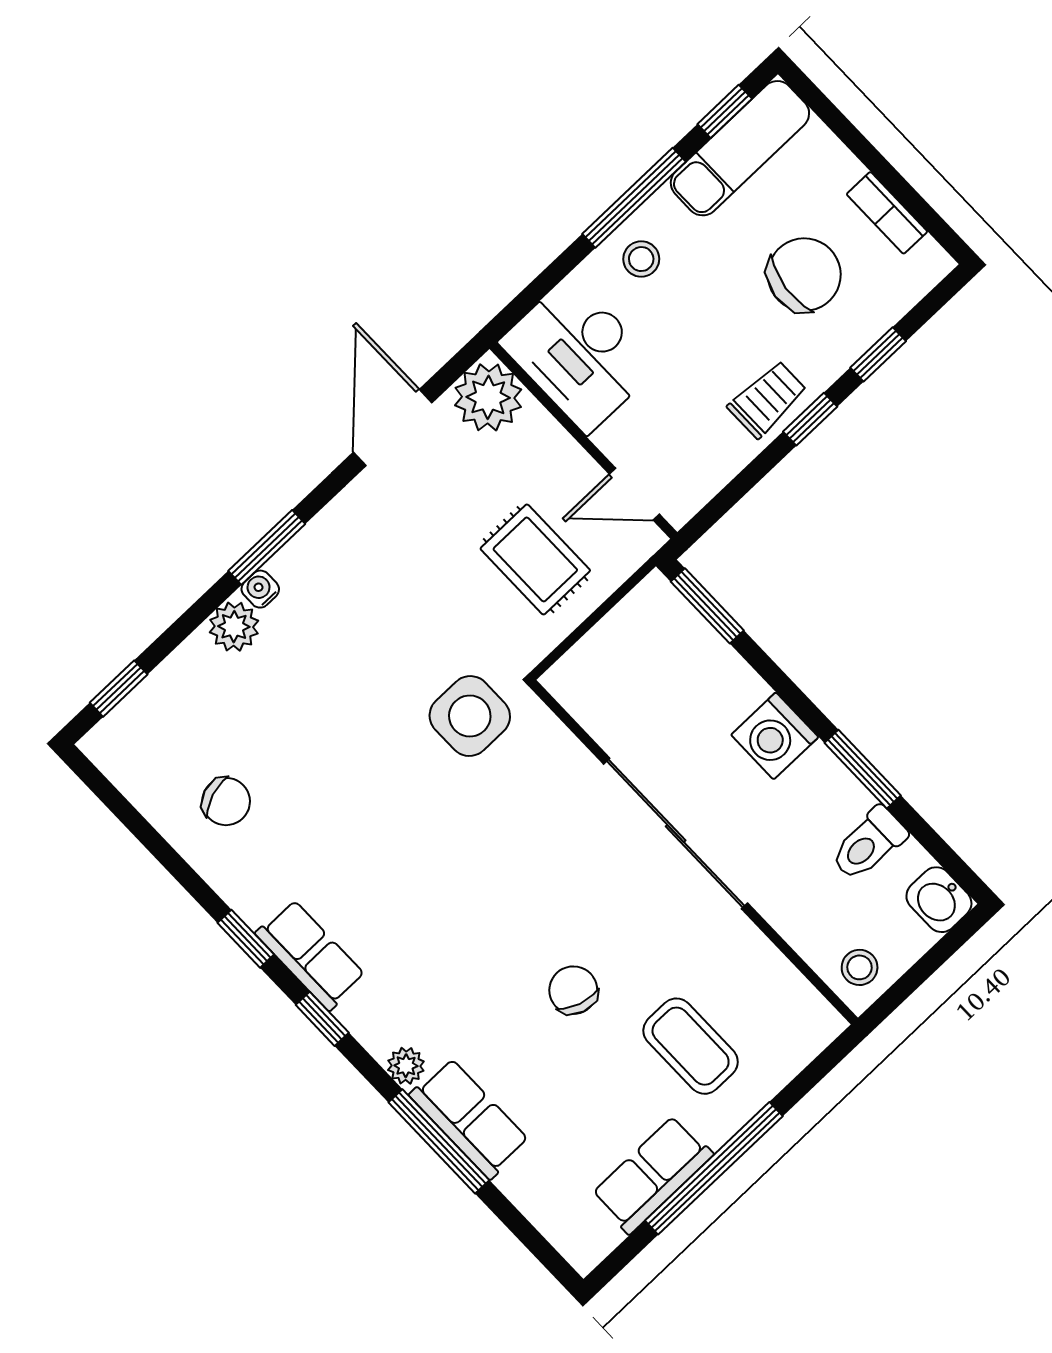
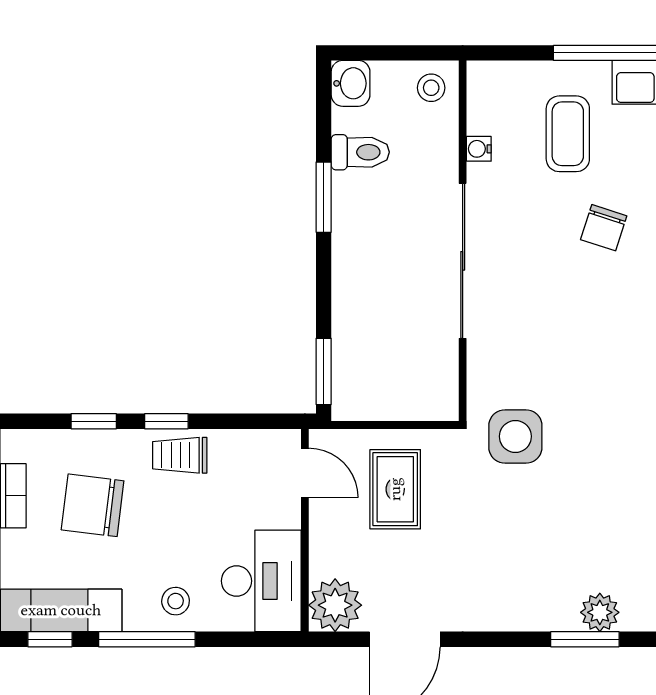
window: (267, 547) -> (585, 639), moved
water cooler: (260, 589) -> (479, 149), moved, turned 90
washing machine: (775, 736) -> (355, 263), removed

